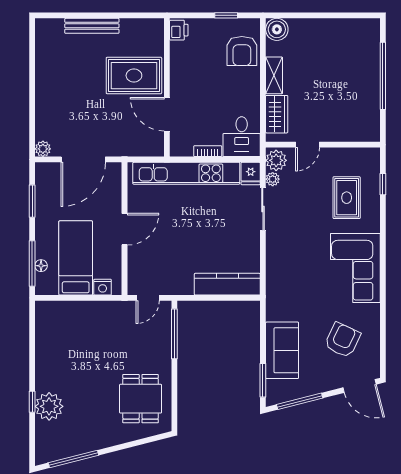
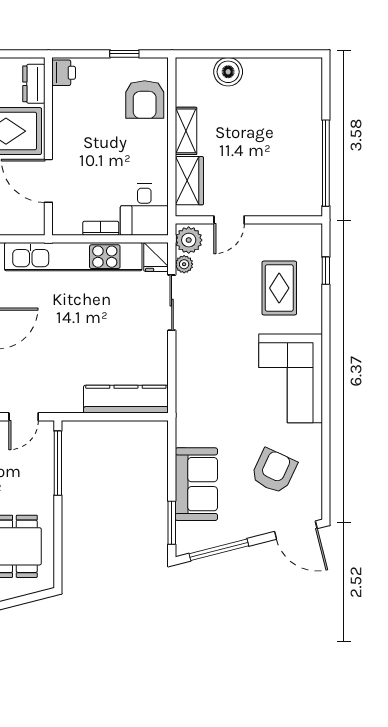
boiler: (277, 29) -> (228, 72), moved
dresser: (156, 39) -> (34, 84), added
window: (383, 76) -> (326, 163), moved

